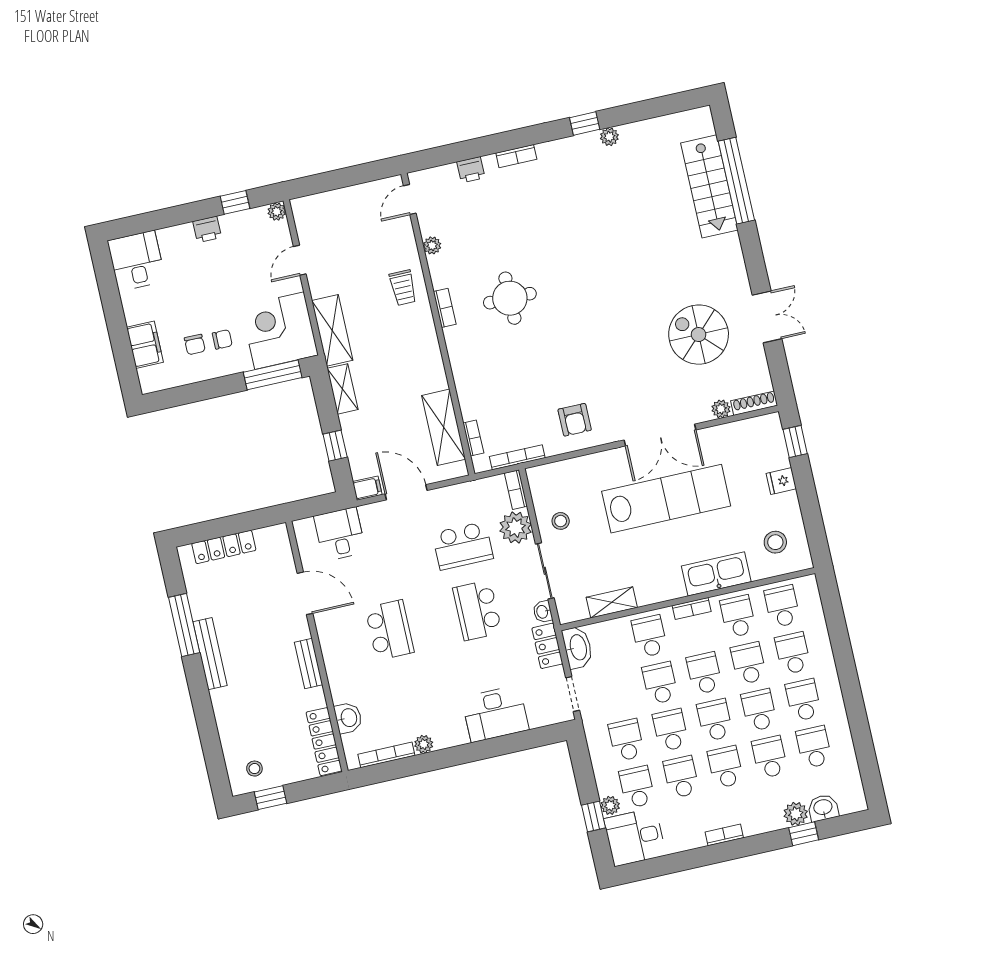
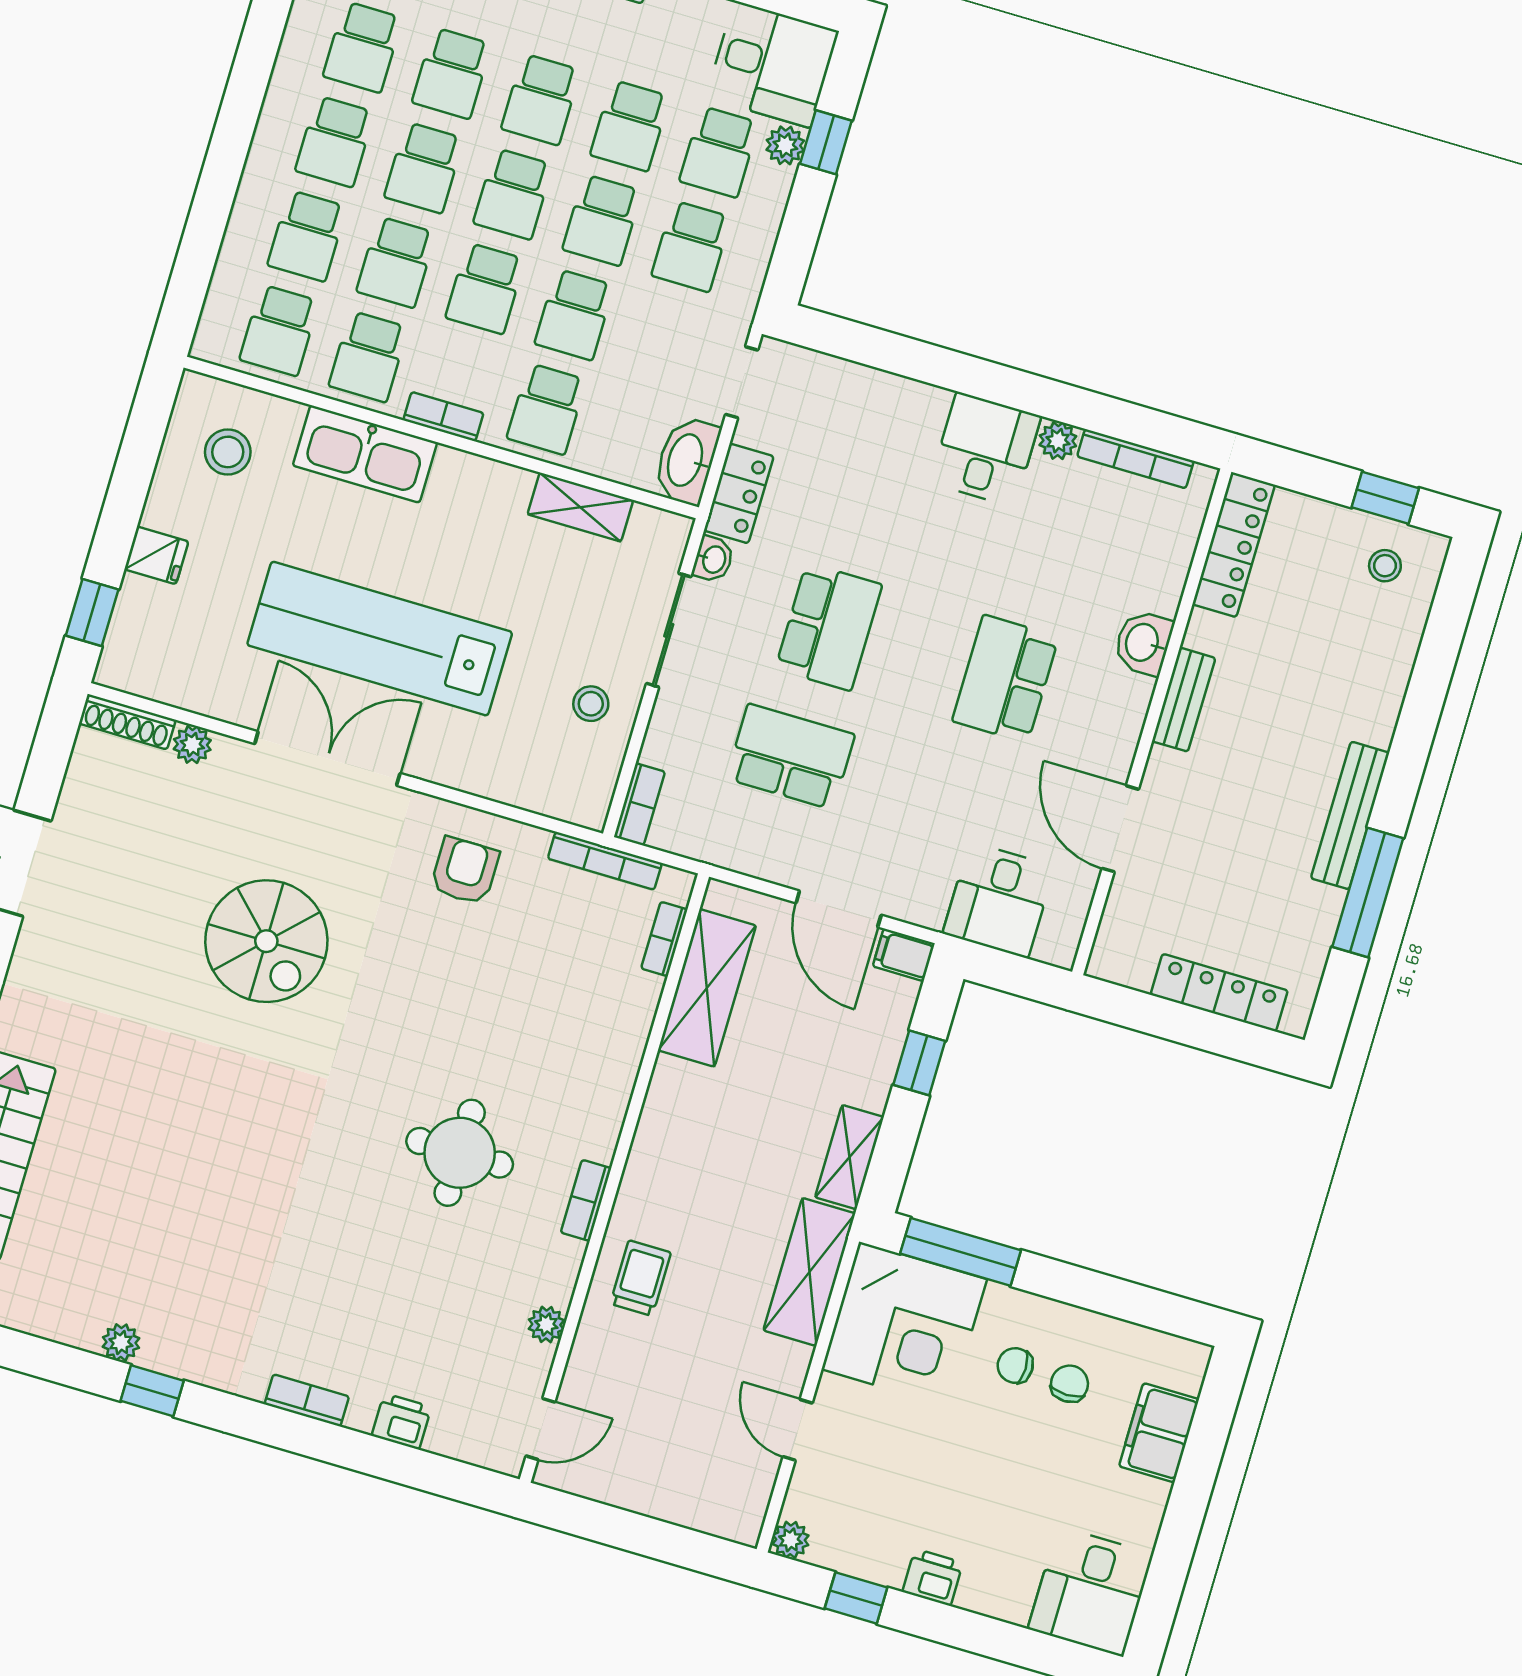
door: (300, 260) -> (798, 1430), swing flipped
spiral stairs: (699, 335) -> (266, 941), moved
plant: (516, 528) -> (678, 737), removed
desk: (495, 714) -> (986, 449), moved, width x0.73
washbasin: (348, 718) -> (1143, 643), moved

